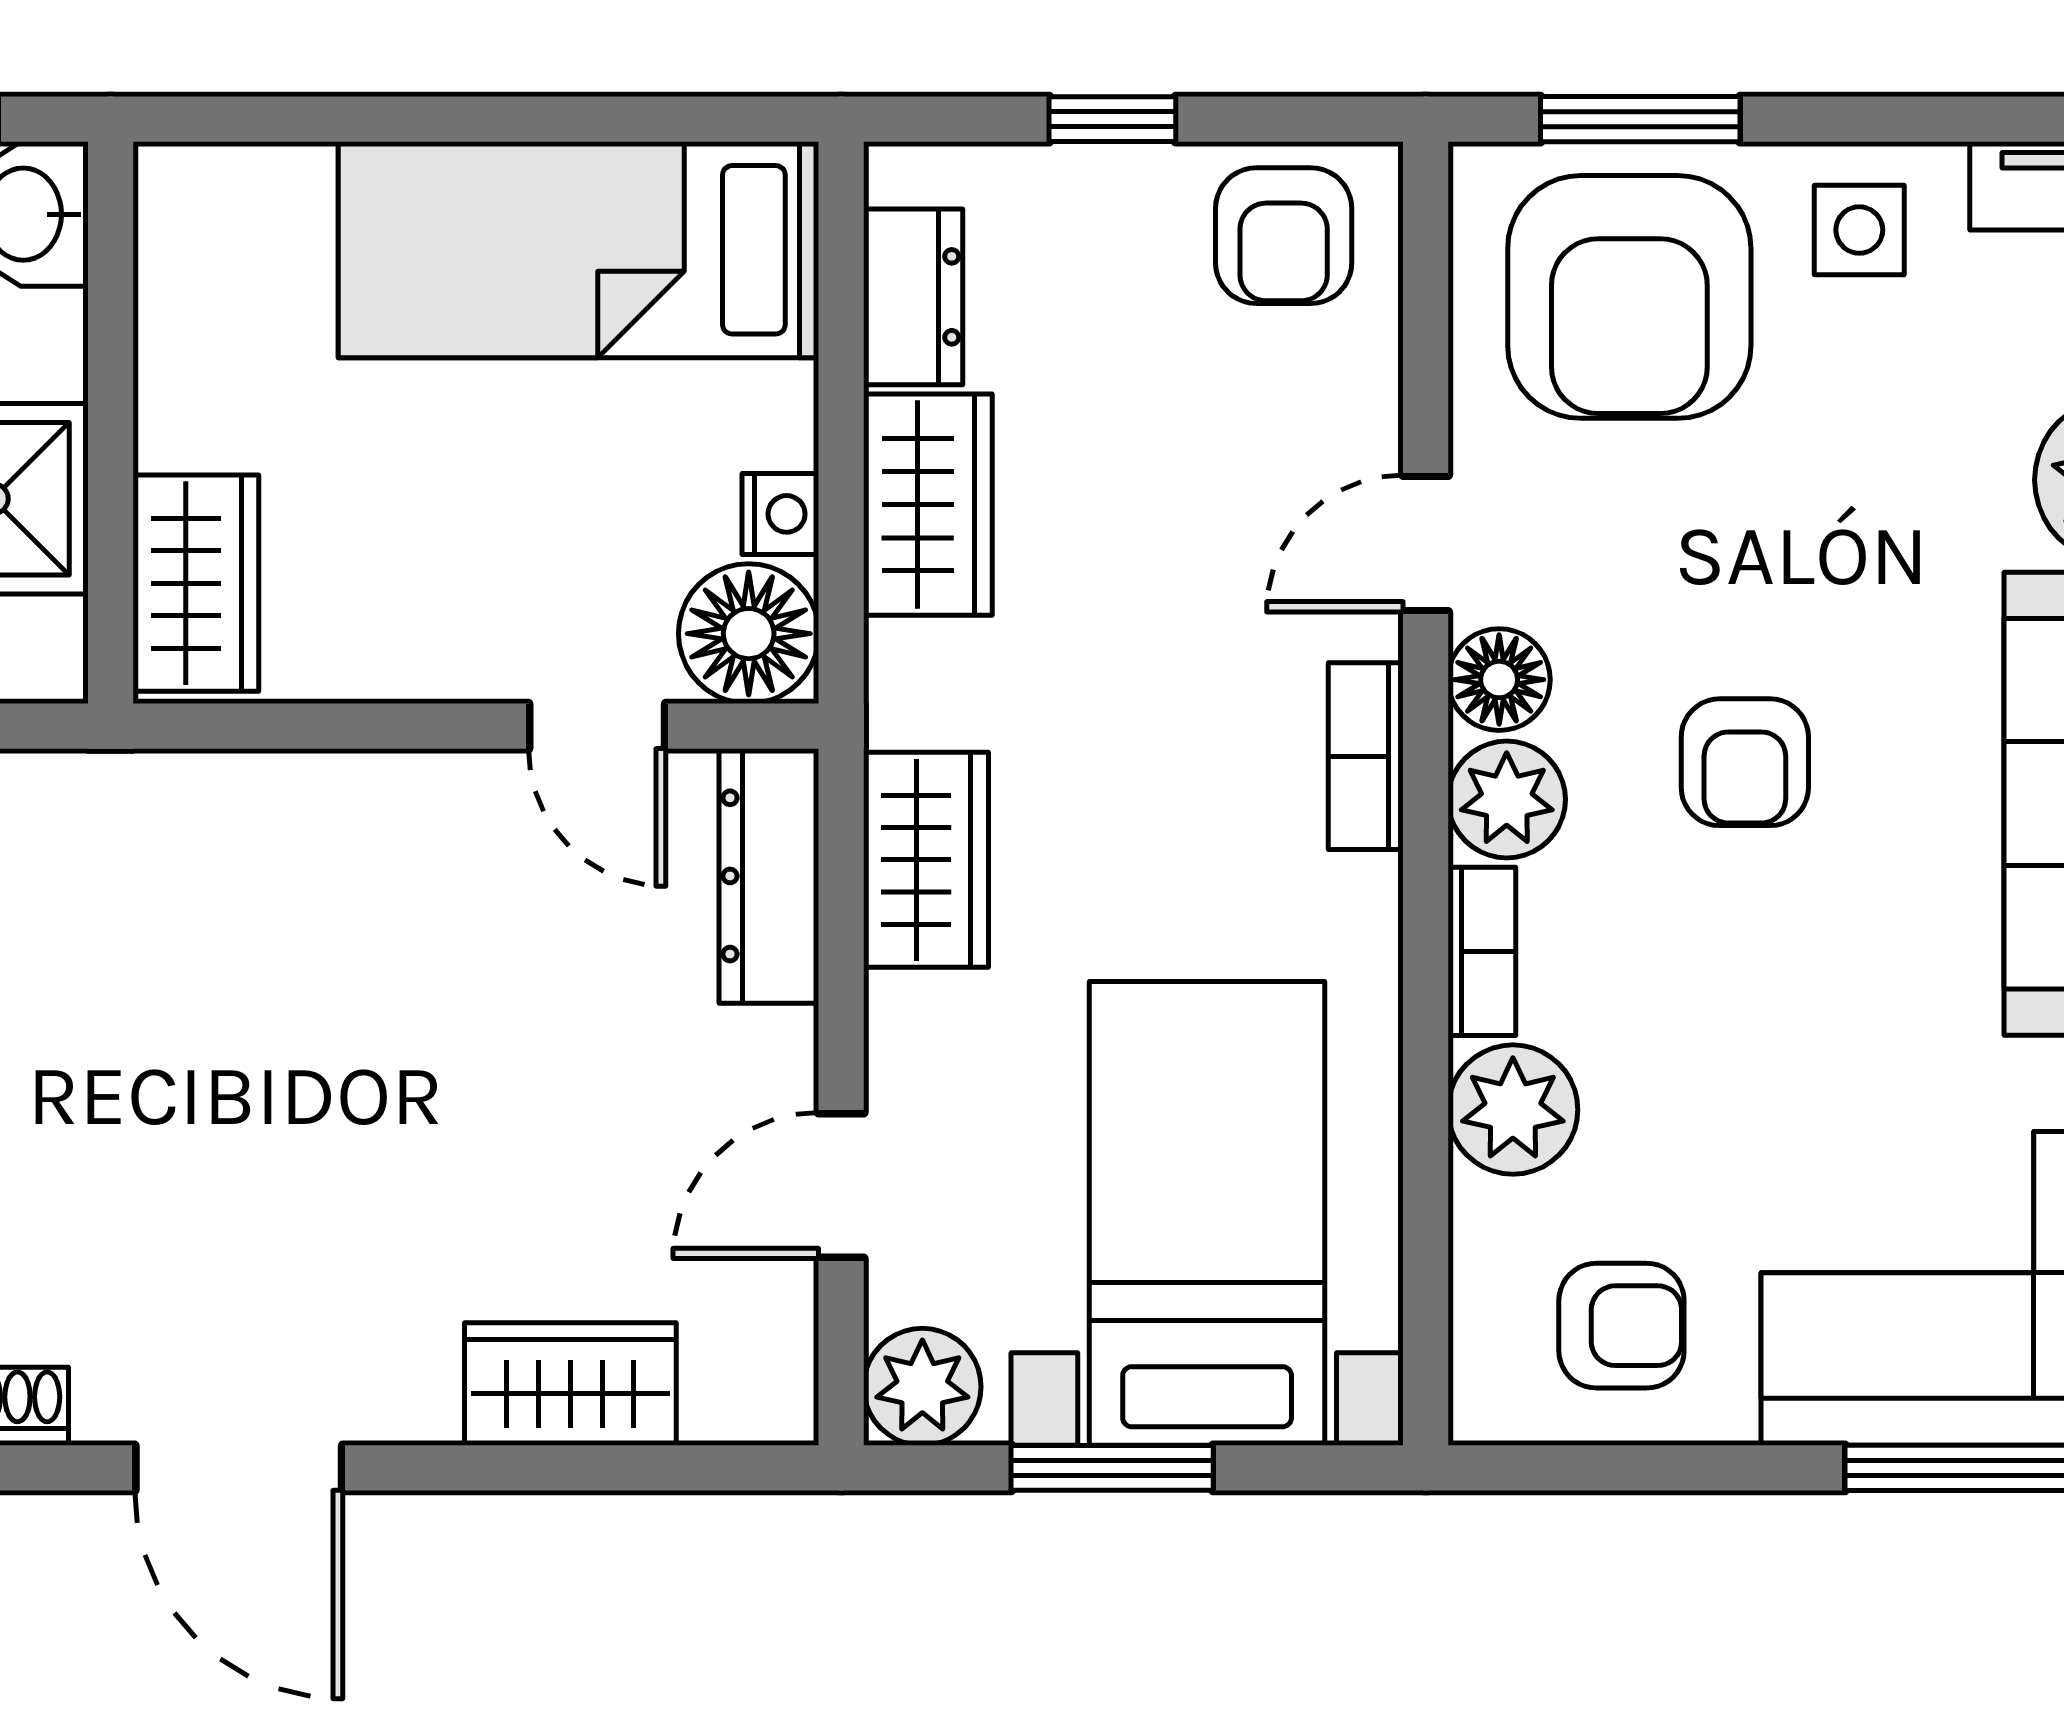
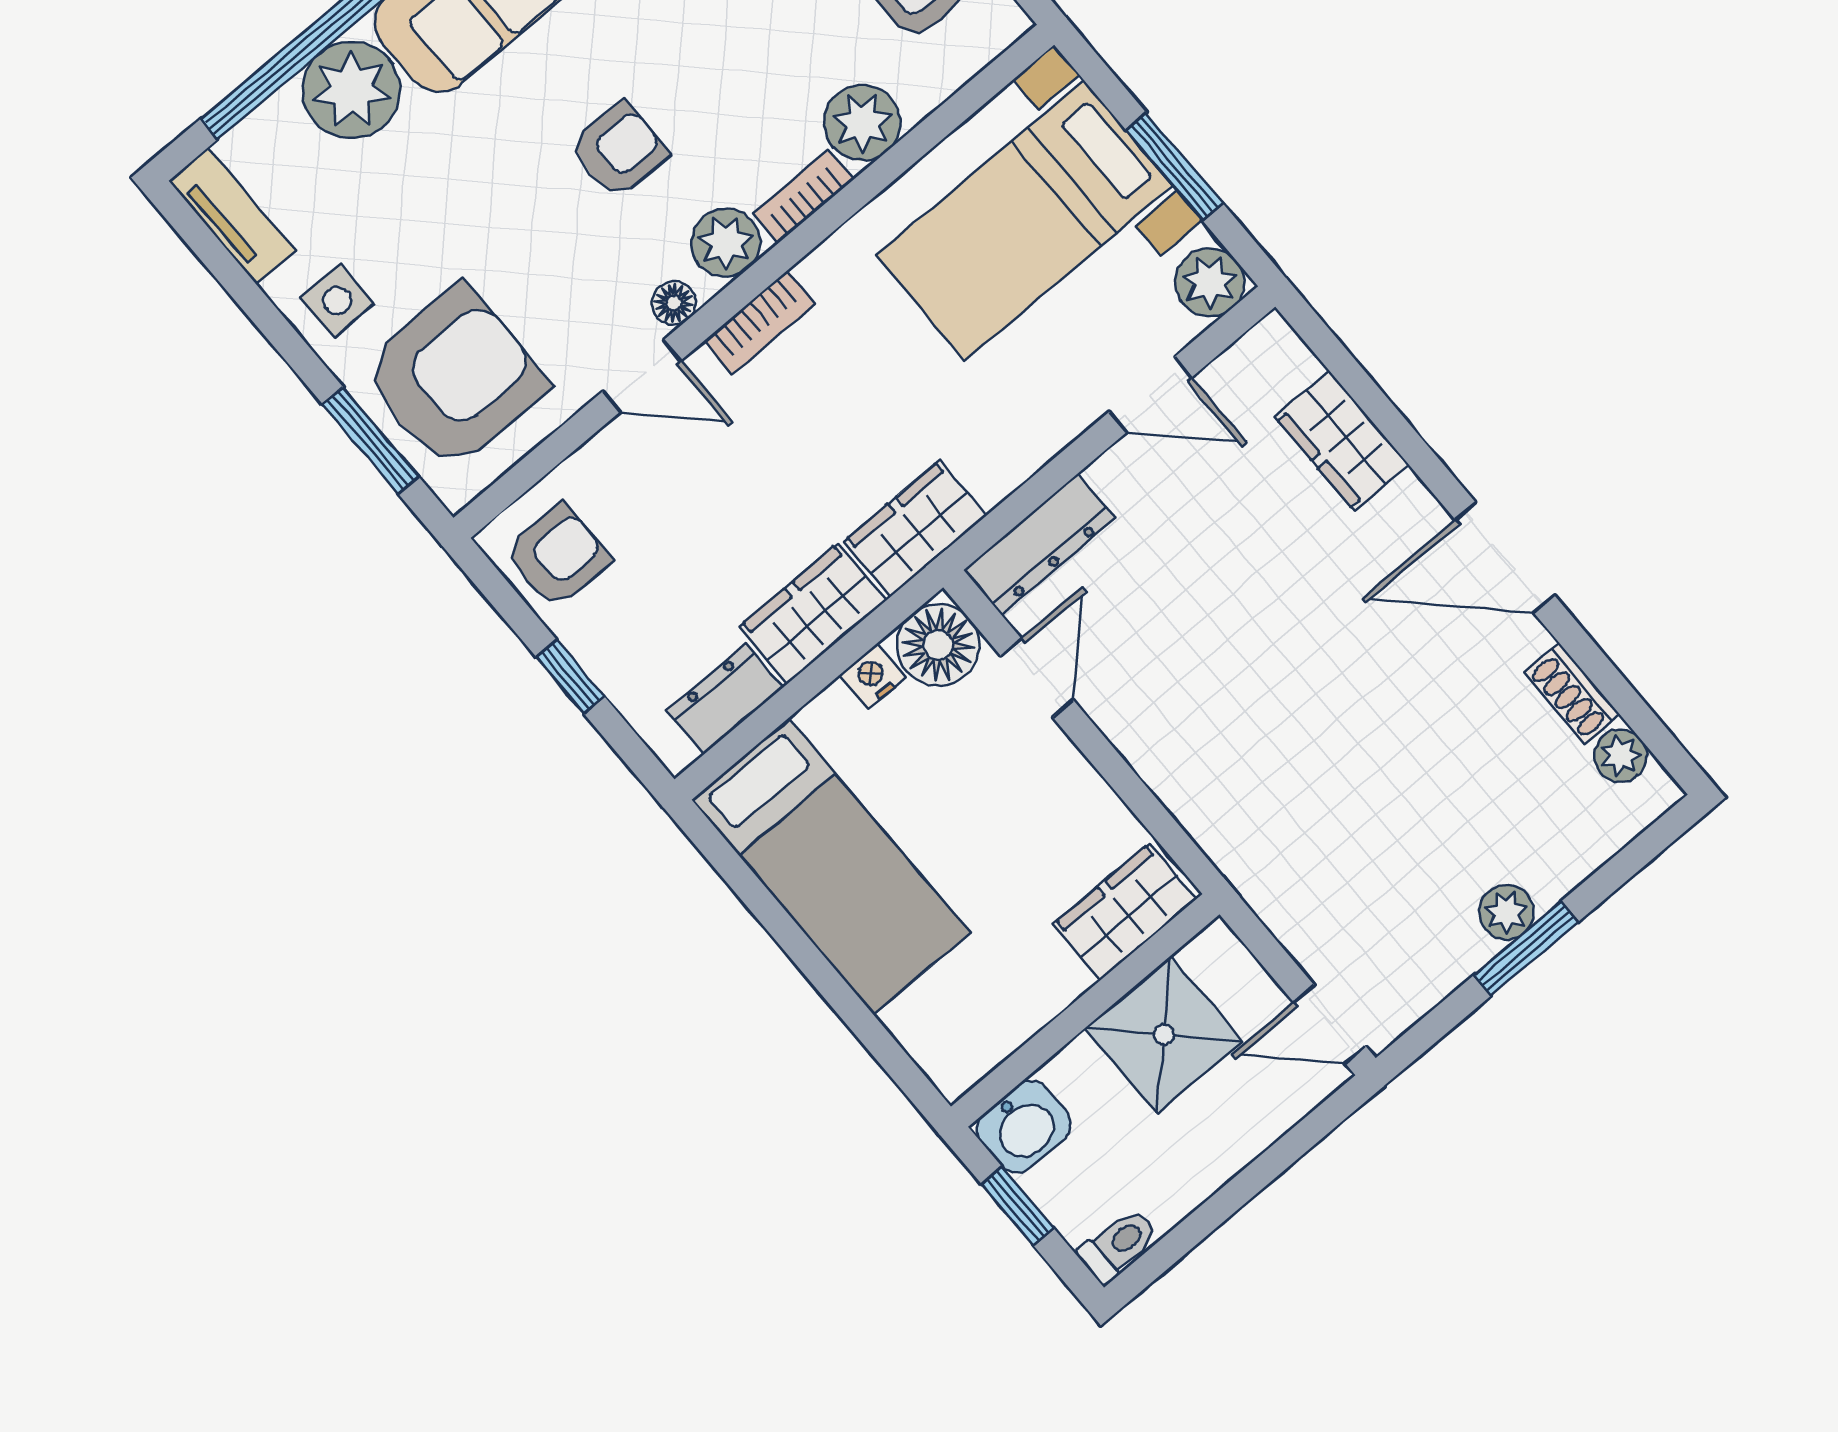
floor lamp: (1499, 680) -> (674, 303), width x0.73, depth x0.73
wardrobe: (926, 860) -> (915, 528), moved
door: (239, 1468) -> (1505, 558), swing flipped

